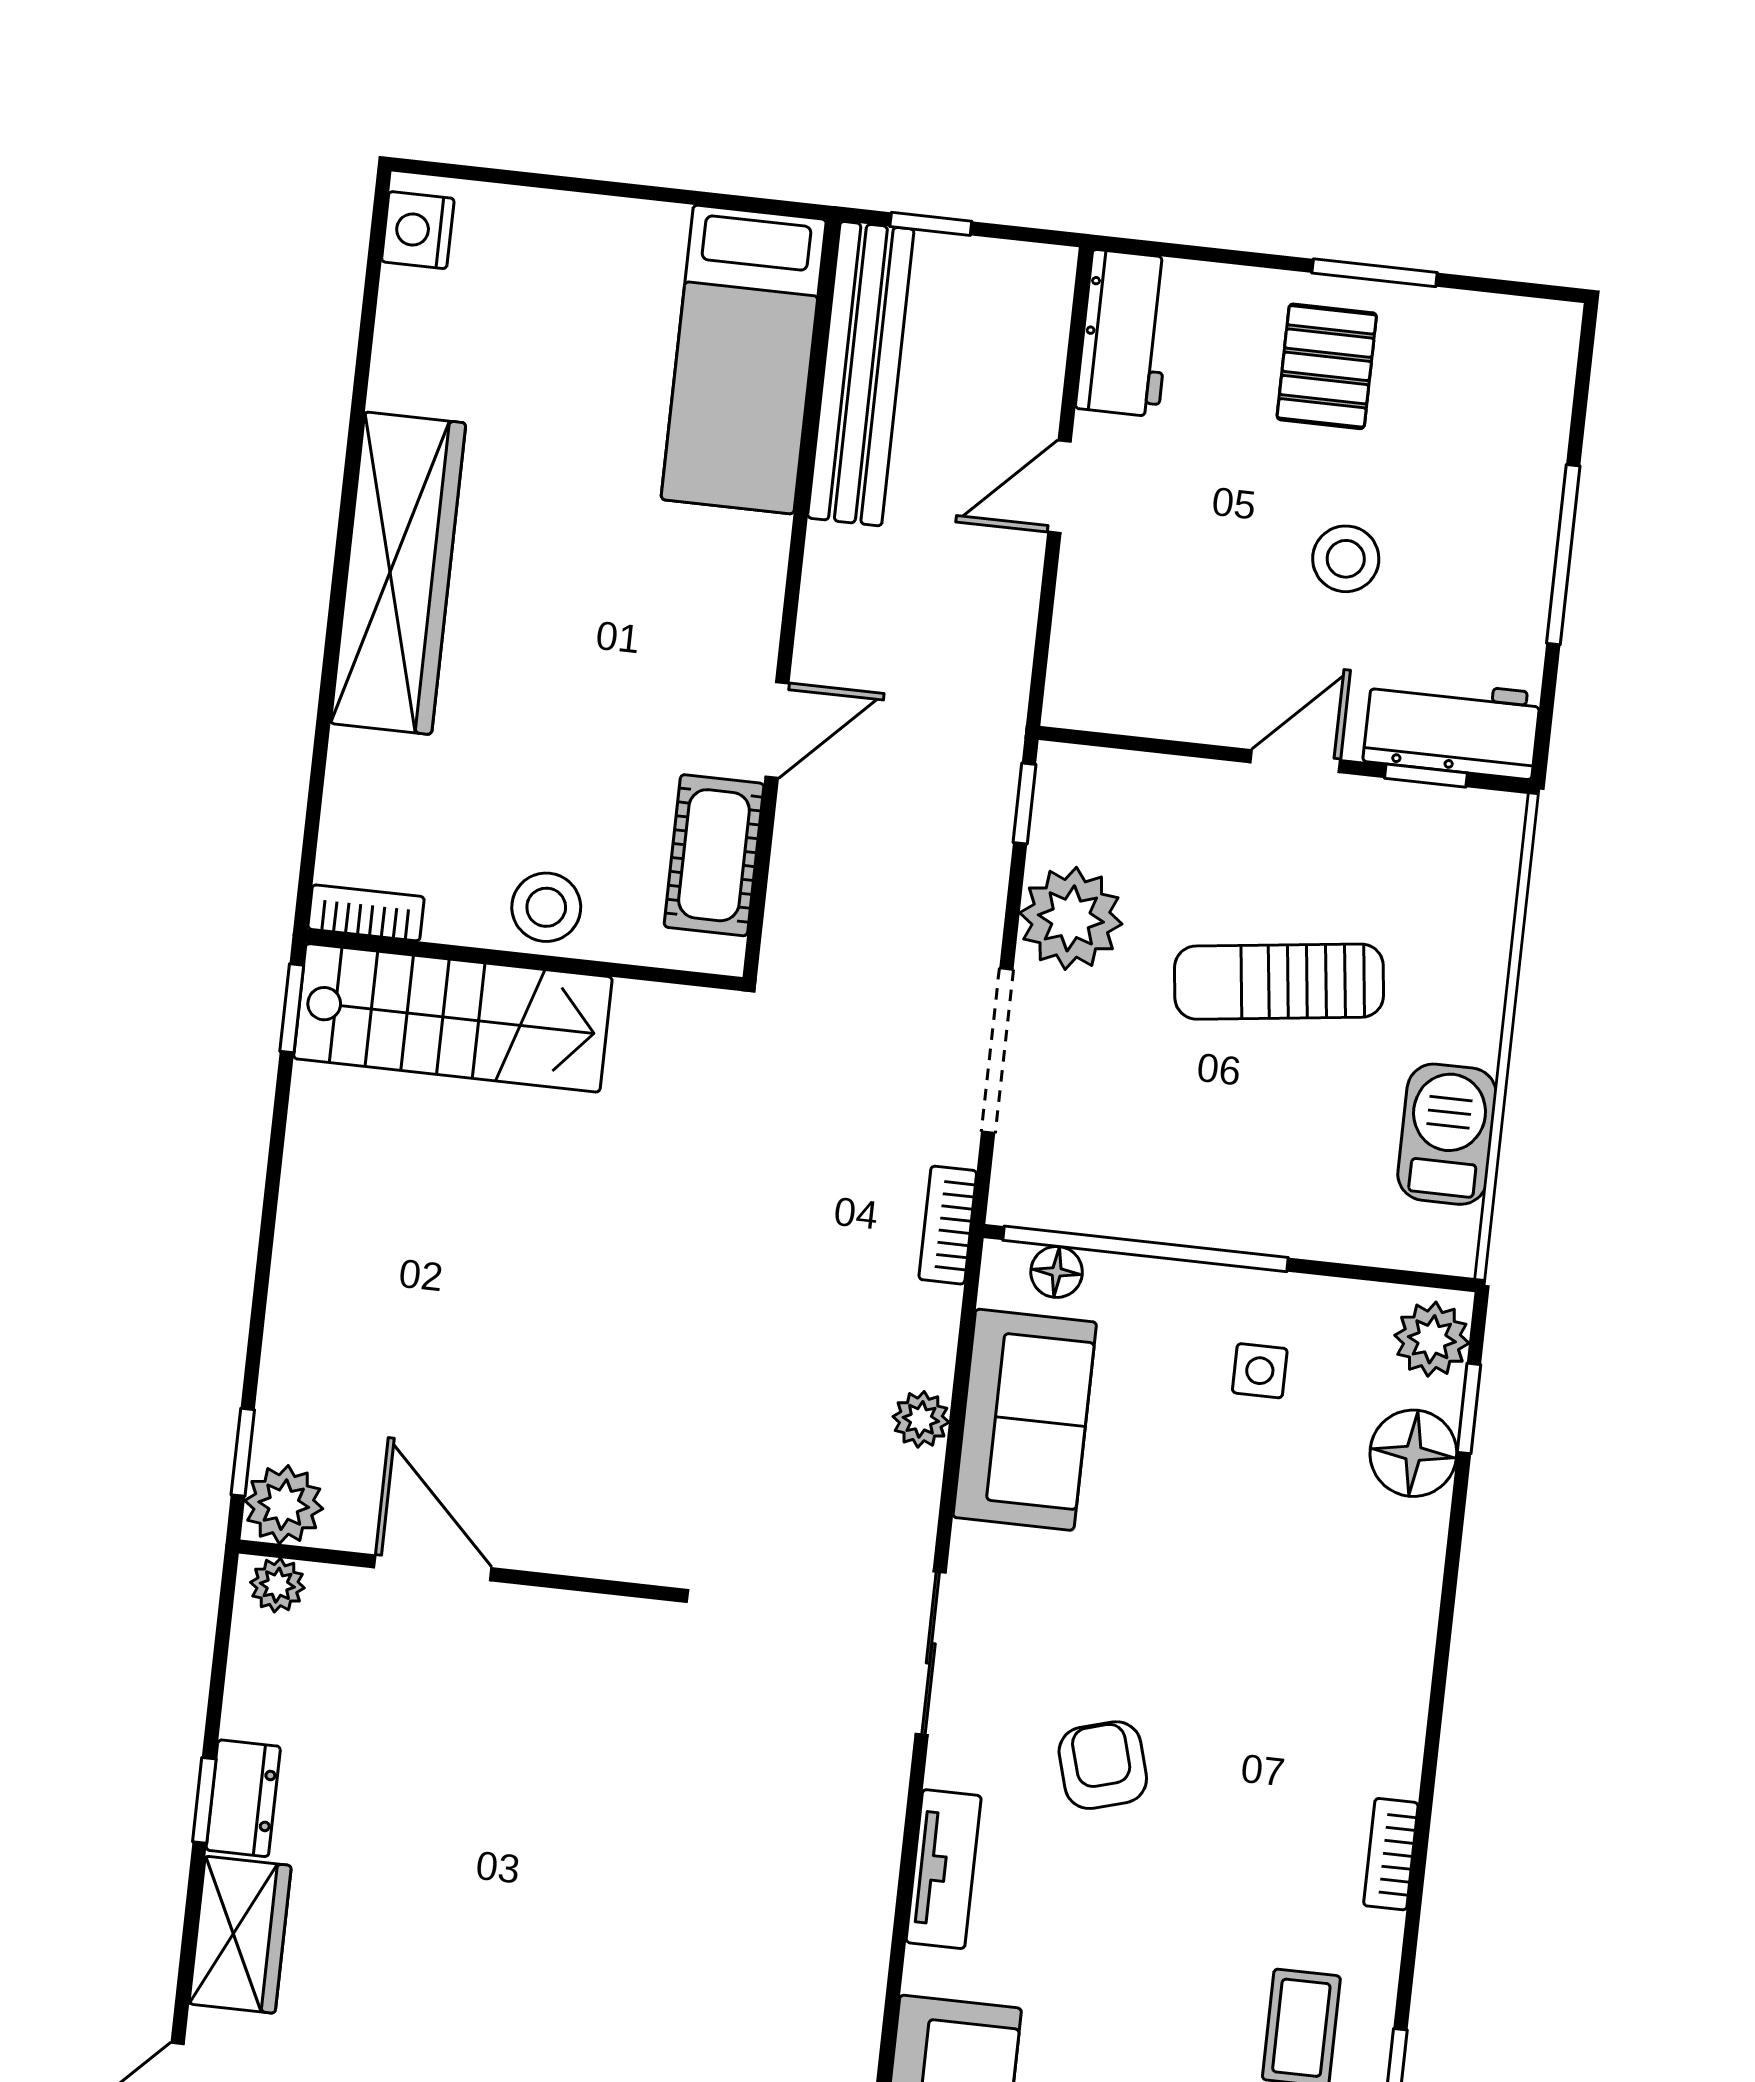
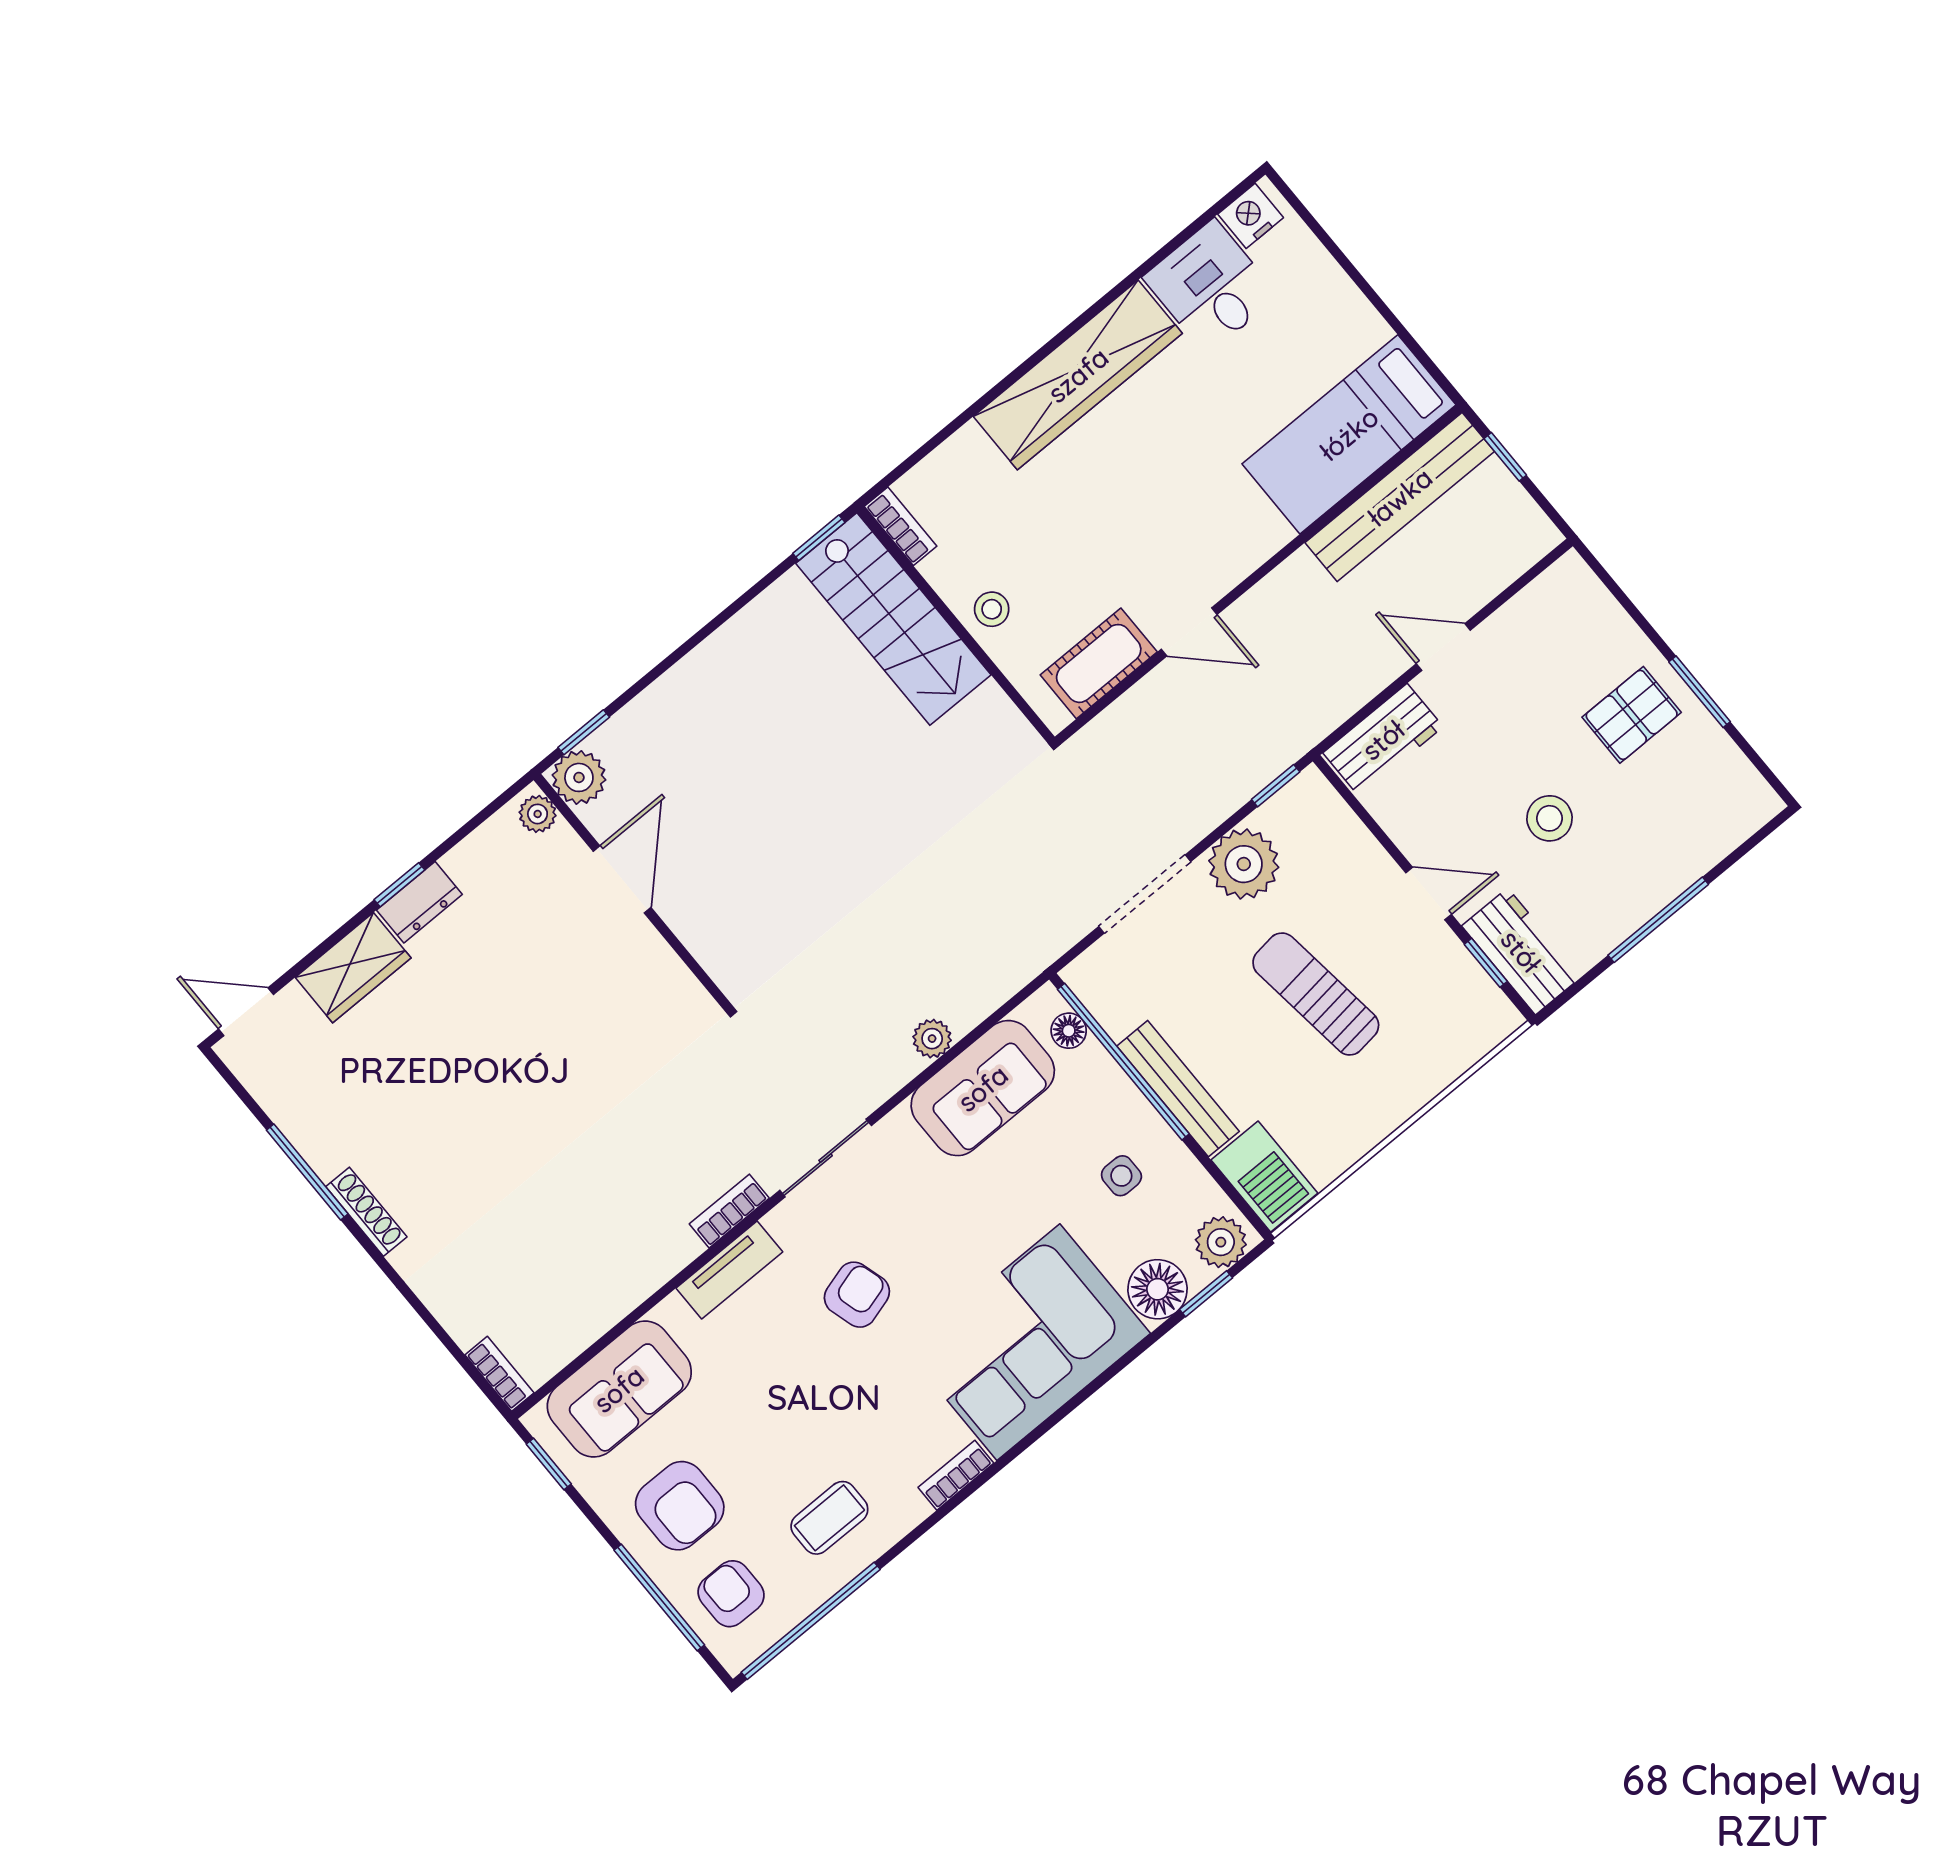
workbench: (1125, 333) -> (1383, 740), moved
desk: (448, 345) -> (1211, 287), added
stool: (546, 907) -> (992, 609), width x0.73, depth x0.73
barbecue: (1447, 1134) -> (1264, 1177), moved, turned 90
bench: (1231, 1221) -> (1178, 1089), added
bookcase: (948, 1225) -> (729, 1211), moved
corner sofa: (1331, 1640) -> (1028, 1342), added

